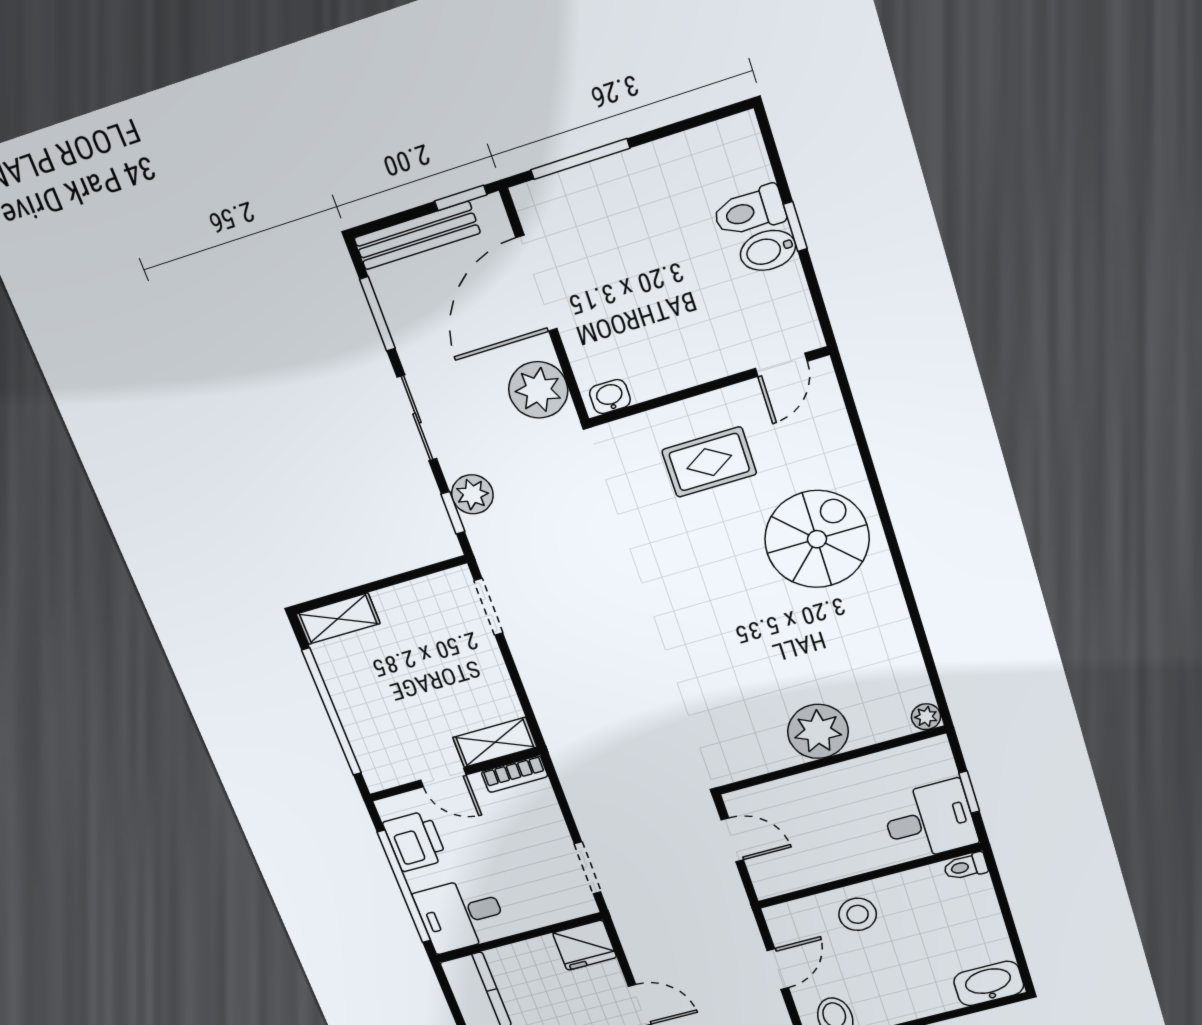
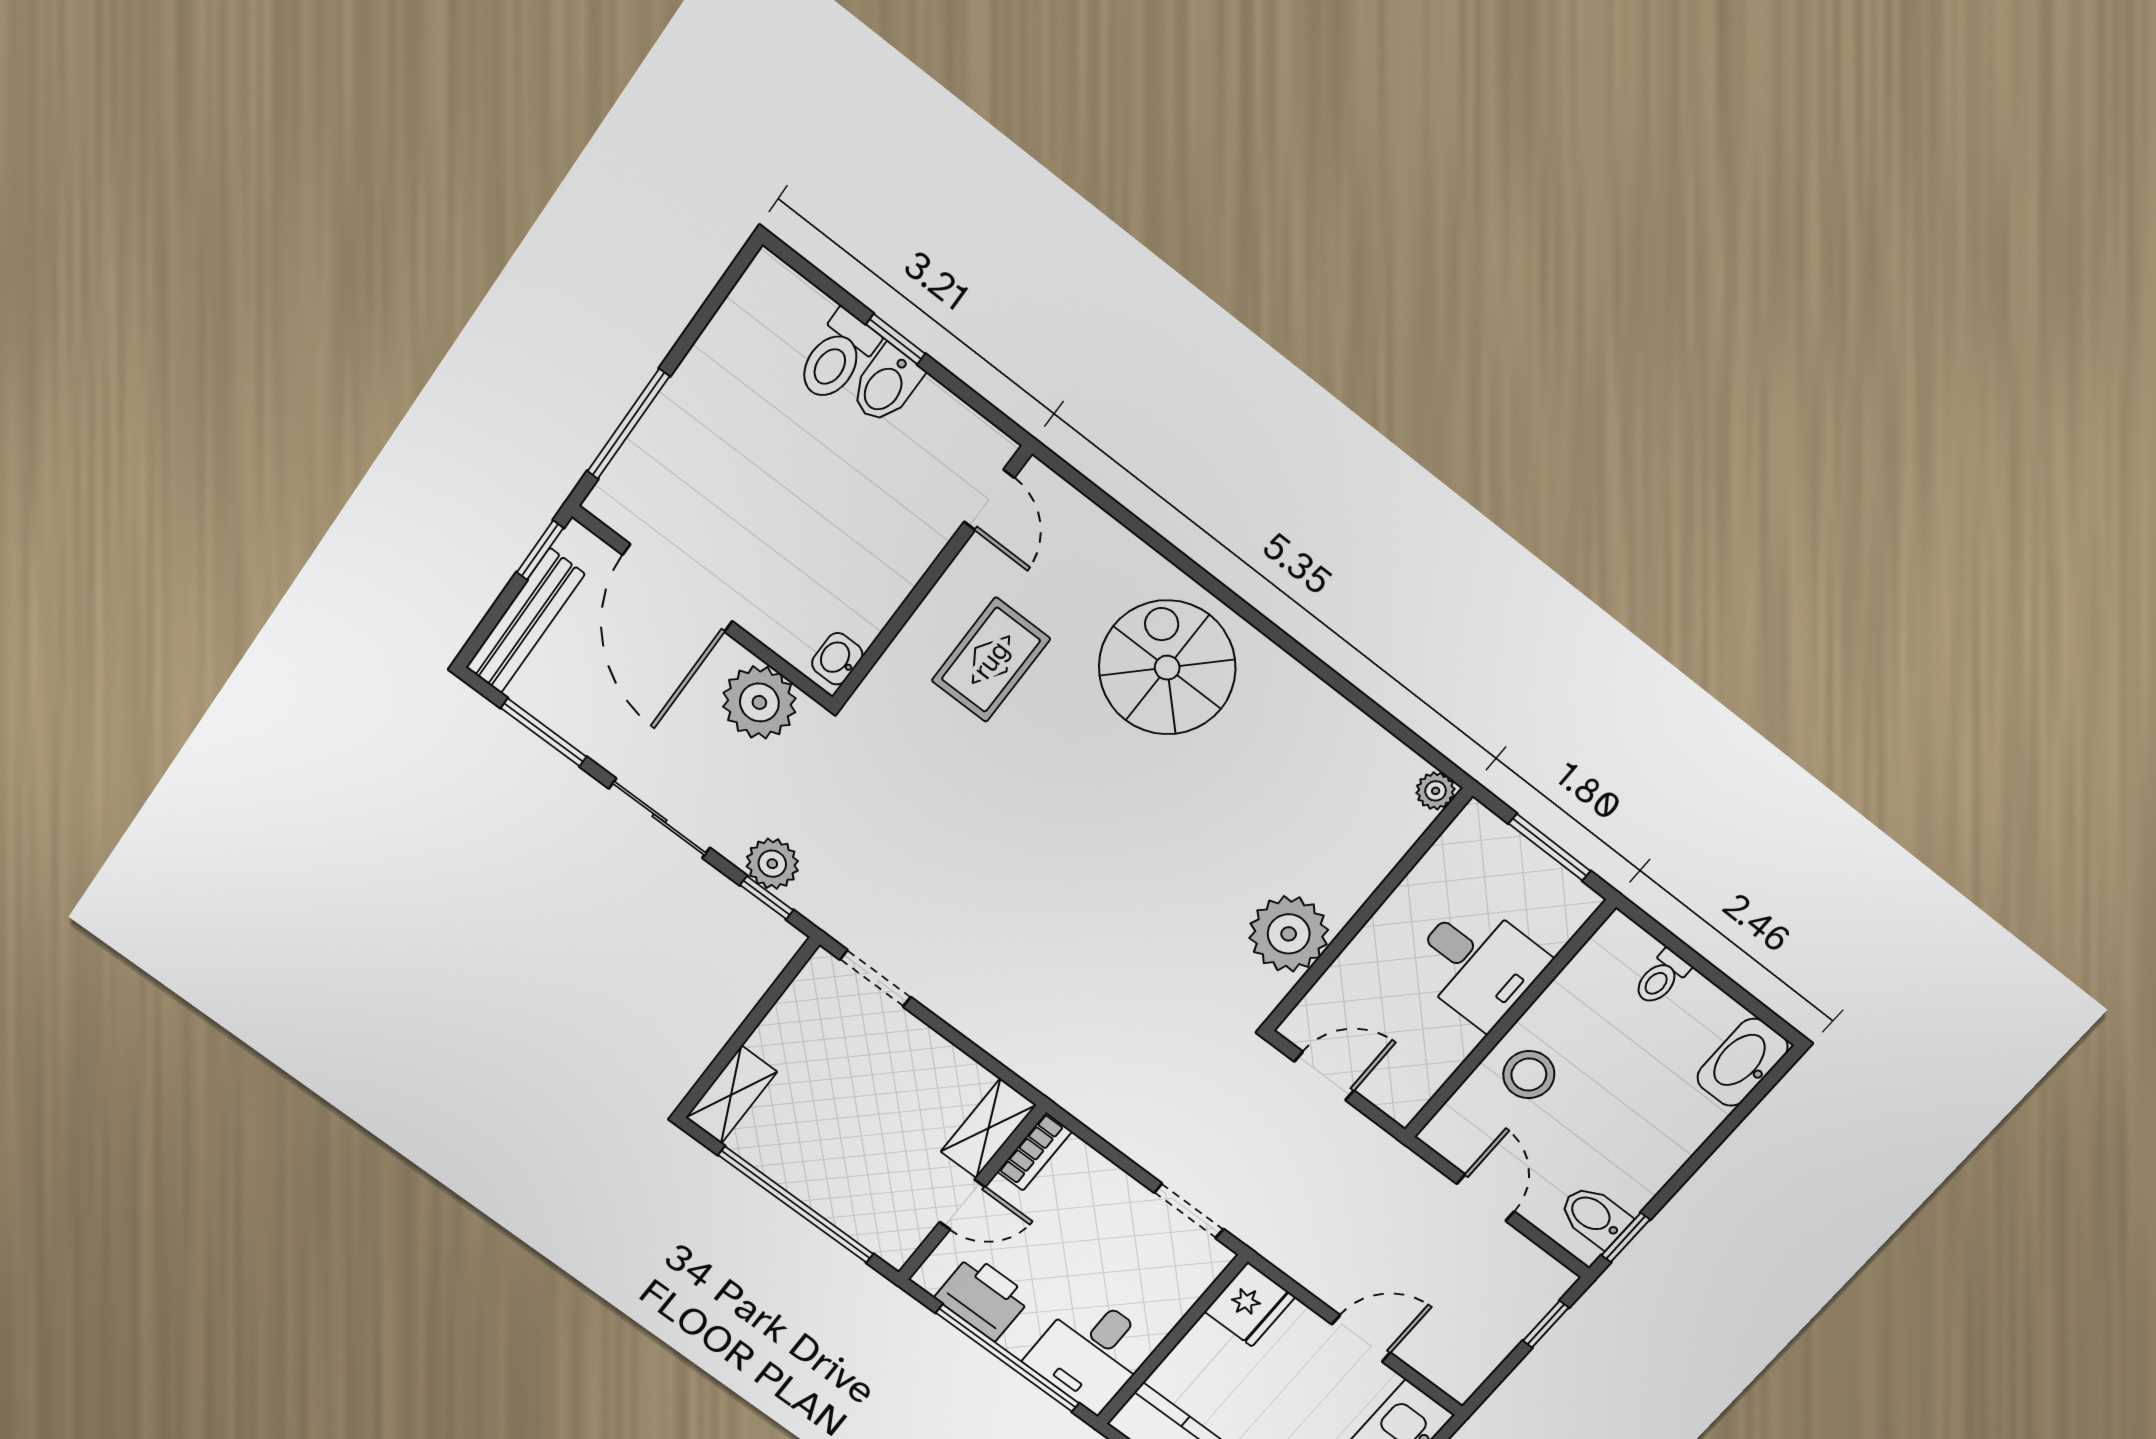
plant: (818, 731) -> (1289, 934), moved
window: (969, 792) -> (1550, 847), width x1.50
desk: (929, 821) -> (1478, 964), moved, turned 90
toilet: (966, 867) -> (1661, 977), moved

